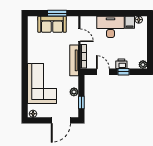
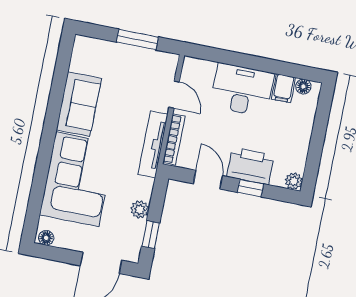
sofa: (52, 24) -> (79, 104), moved, turned -90
printer: (121, 64) -> (250, 166), width x1.87, depth x1.48

